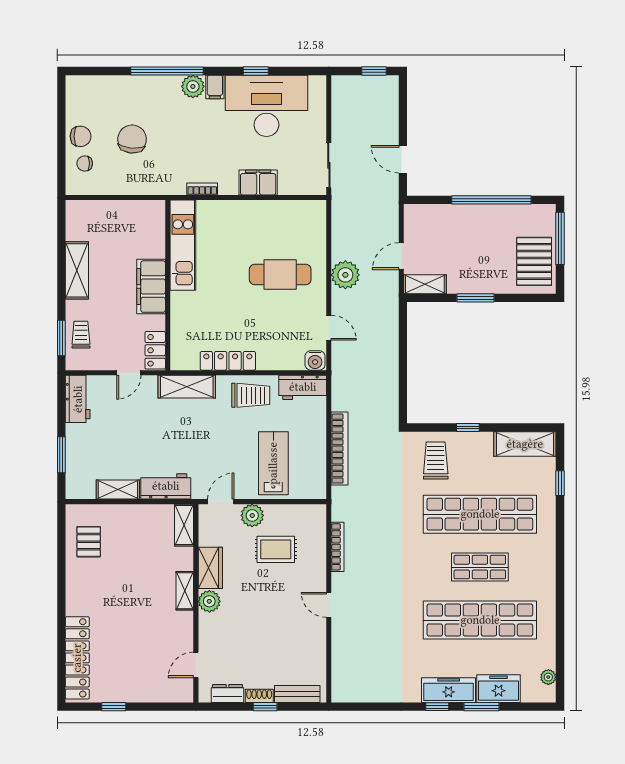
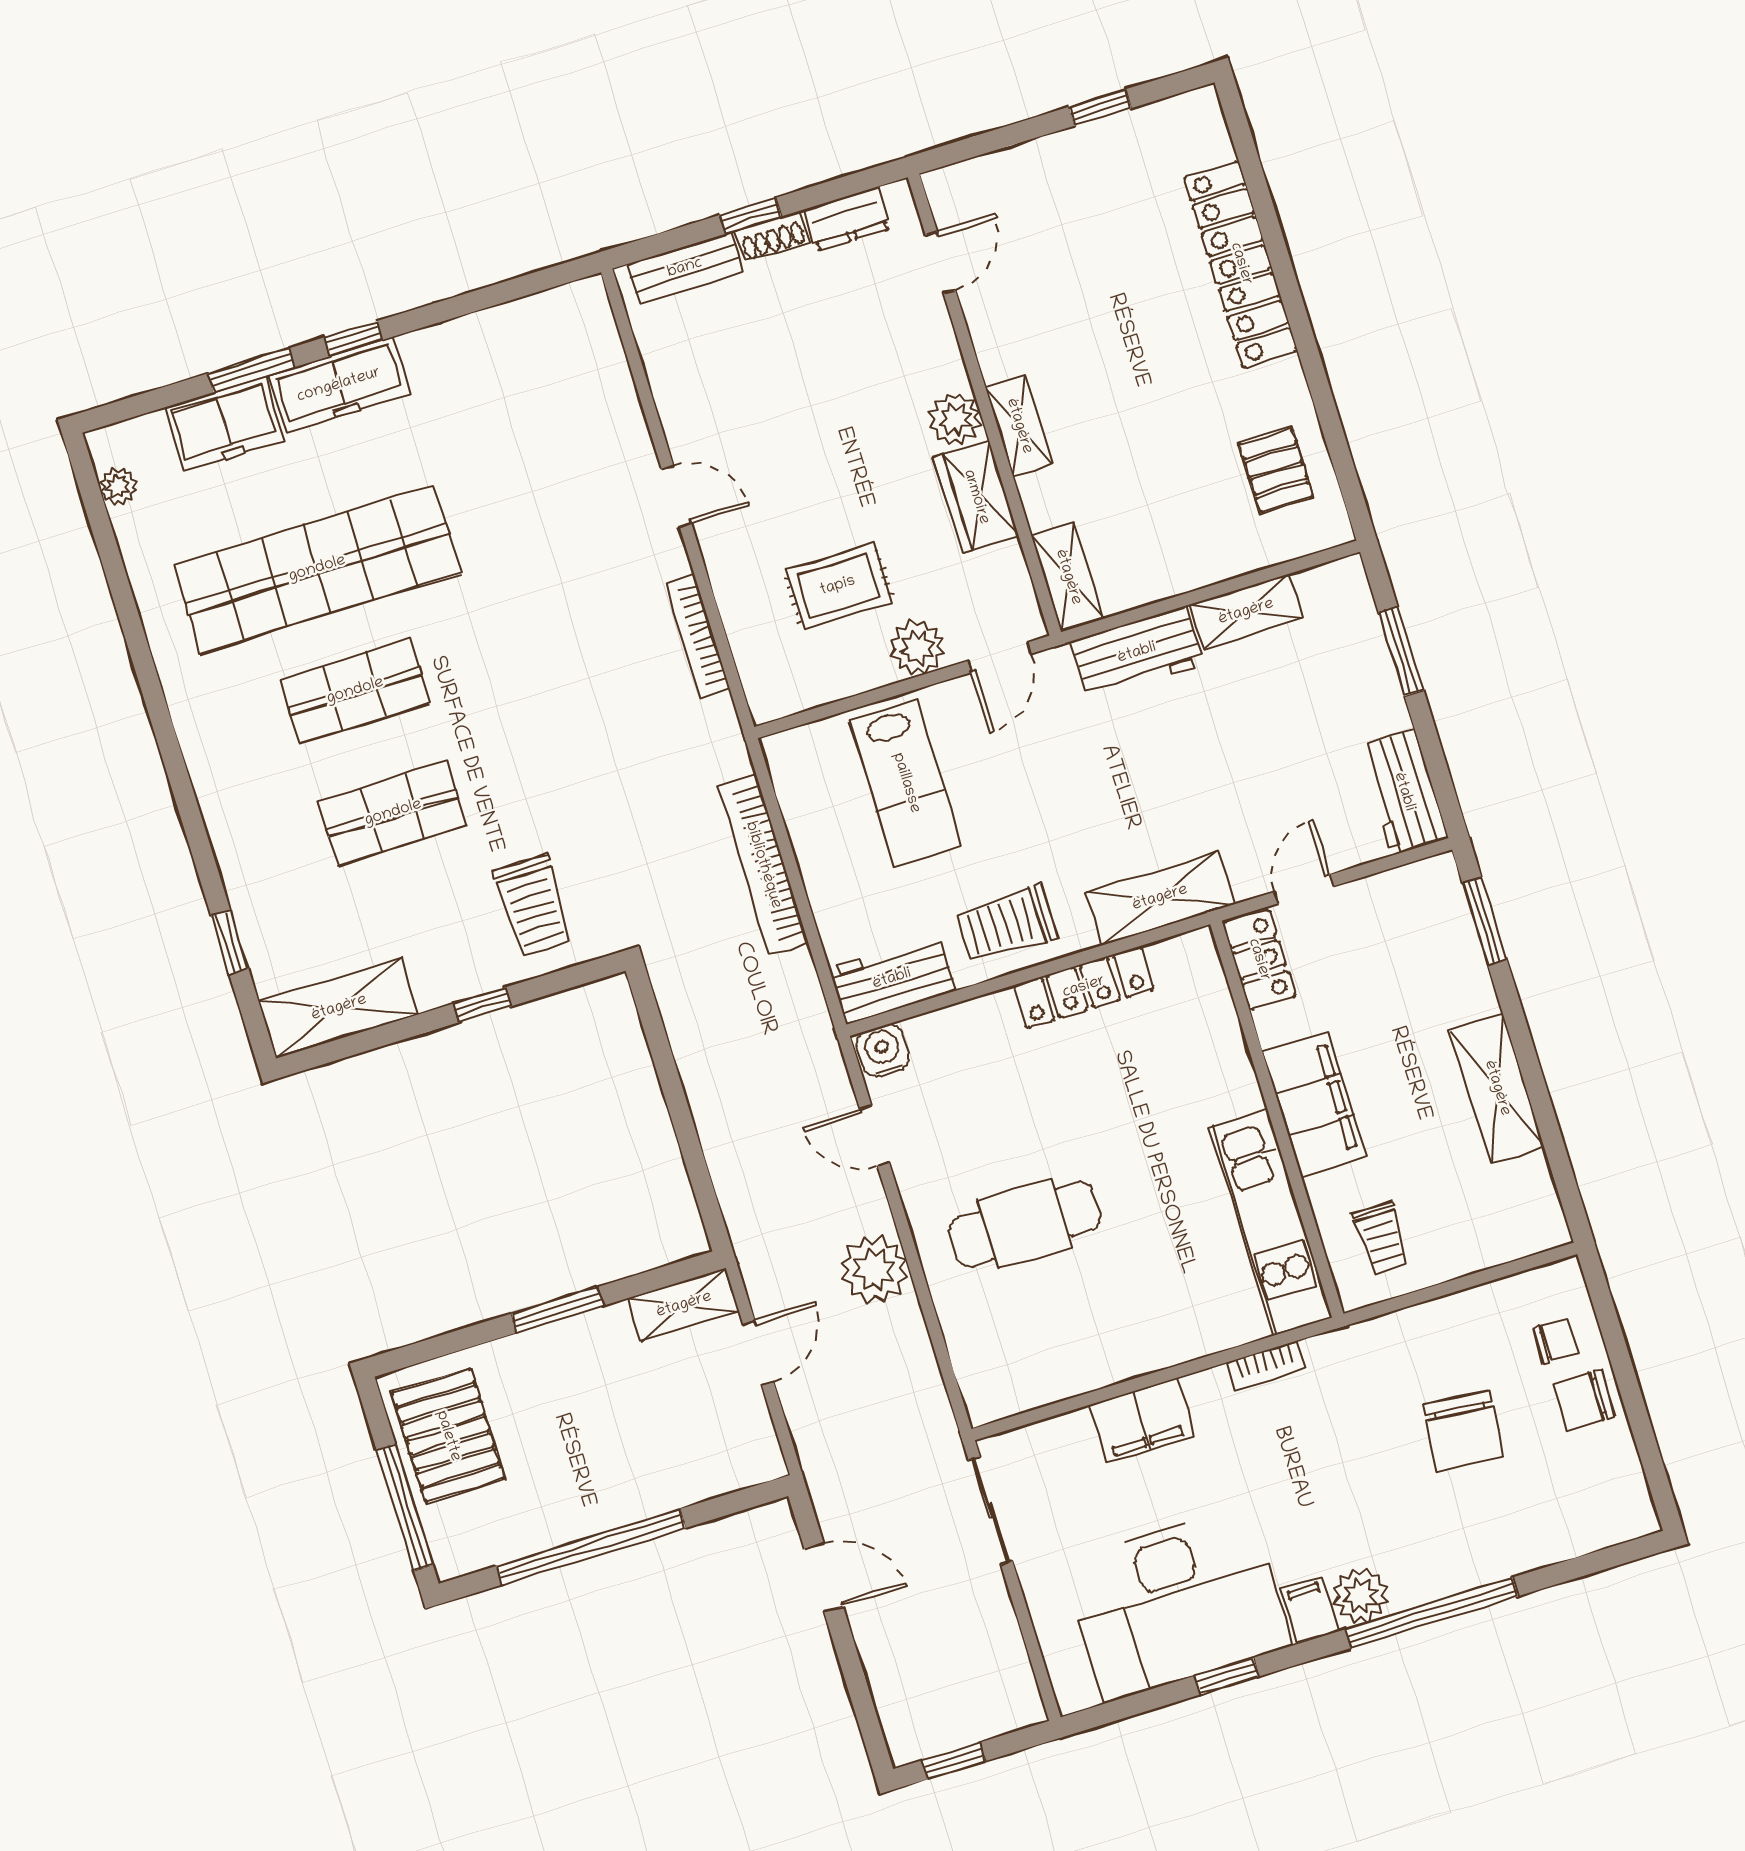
trolley: (81, 335) -> (1382, 1238), moved
shop shelf: (480, 514) -> (393, 813), width x0.50, depth x0.74
locker: (77, 658) -> (1241, 264), moved

